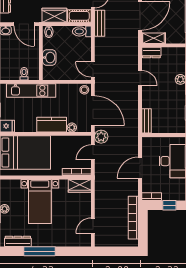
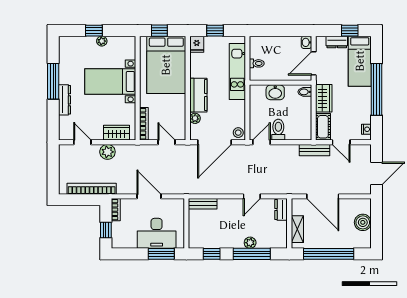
toilet: (82, 31) -> (278, 130), moved
shelving: (154, 38) -> (297, 229), moved
plant: (101, 137) -> (107, 152), moved
wardrobe: (80, 186) -> (117, 133), moved, turned 90
dresser: (18, 241) -> (64, 100), moved

